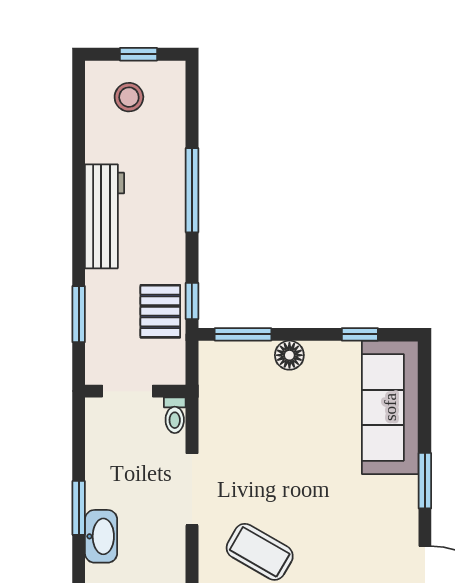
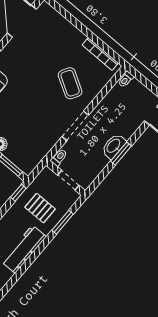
pallet: (160, 311) -> (40, 208), moved, turned 90
washbasin: (101, 536) -> (114, 146), moved

